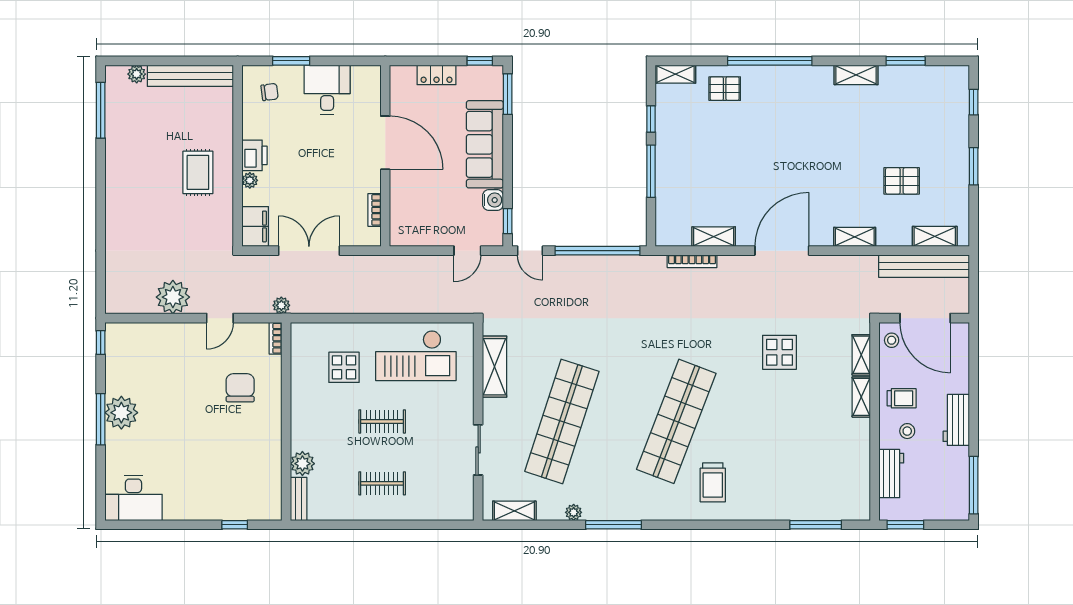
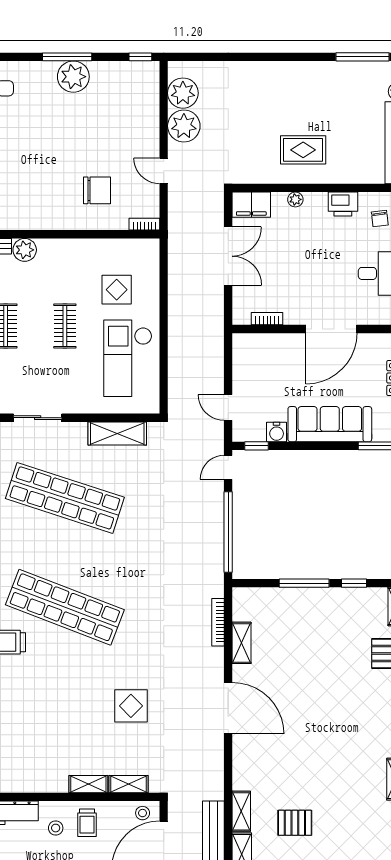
printer: (255, 155) -> (343, 204), moved
pallet: (902, 181) -> (295, 823), turned 90
shelving: (855, 237) -> (241, 811), moved
plant: (281, 305) -> (183, 93), moved, width x1.88, depth x1.88

